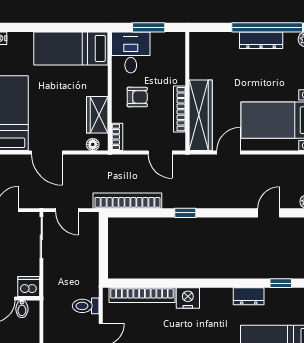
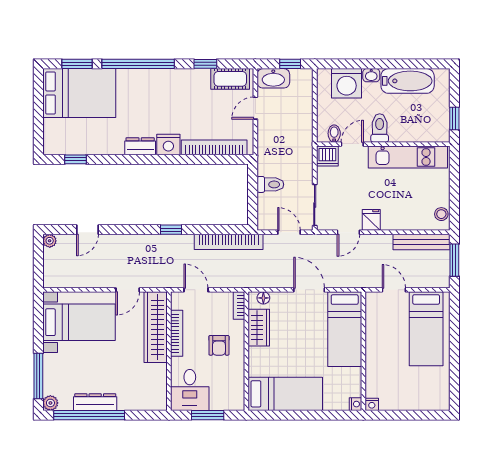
desk: (131, 52) -> (190, 390), moved
armchair: (137, 97) -> (219, 345), turned -90
dresser: (249, 296) -> (140, 146), moved
toilet: (86, 306) -> (270, 184), moved

